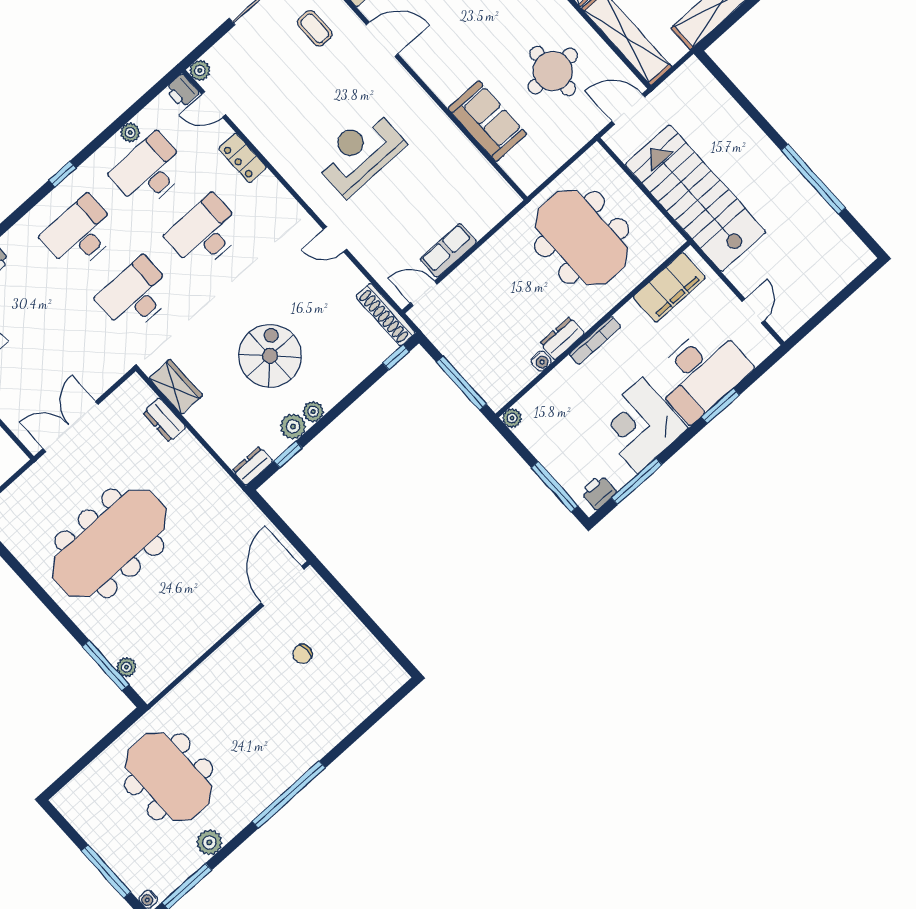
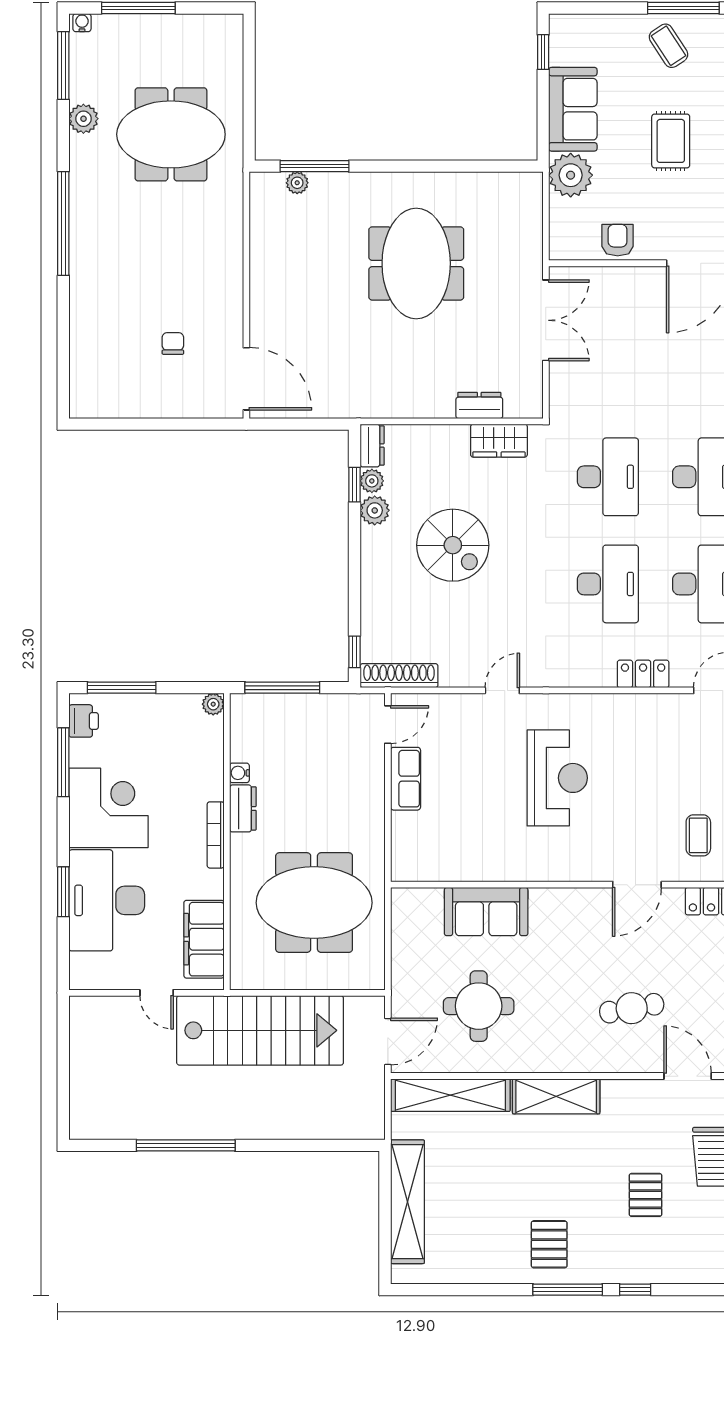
coffee table: (315, 28) -> (698, 835), turned 90
door: (753, 311) -> (157, 993), moved
plant: (313, 412) -> (372, 481), moved
meeting table: (109, 543) -> (416, 263), width x0.73

